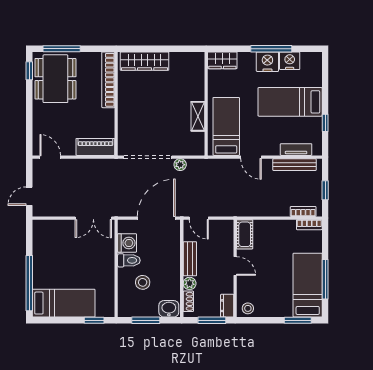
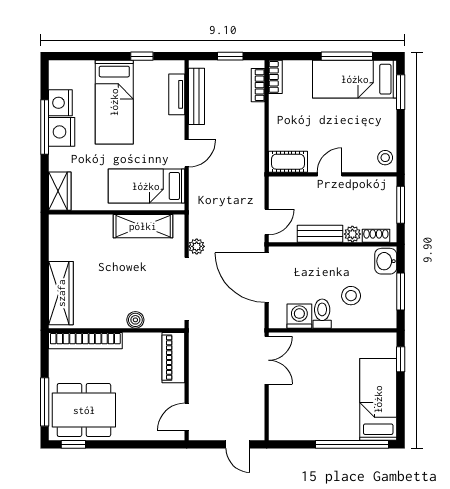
shelving: (198, 116) -> (143, 226), width x1.50, depth x1.33
boiler: (124, 118) -> (135, 320), added
dresser: (227, 306) -> (382, 185), removed

